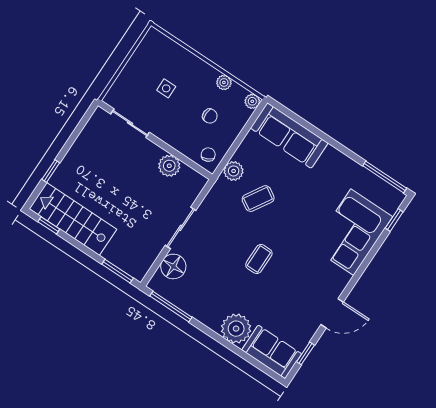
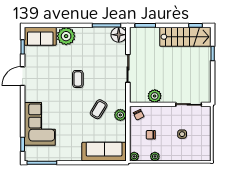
floor lamp: (173, 266) -> (119, 35), moved

